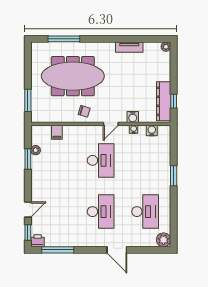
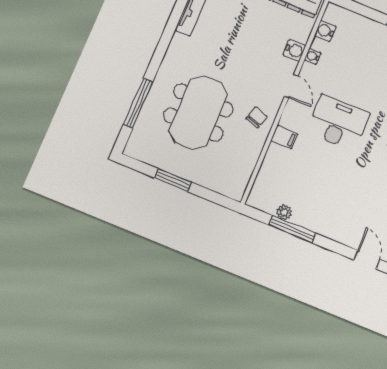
meeting table: (73, 76) -> (198, 113), width x0.73
window: (28, 100) -> (173, 180), moved
filing cabinet: (57, 132) -> (284, 137), moved
window: (28, 159) -> (292, 229), width x1.44

